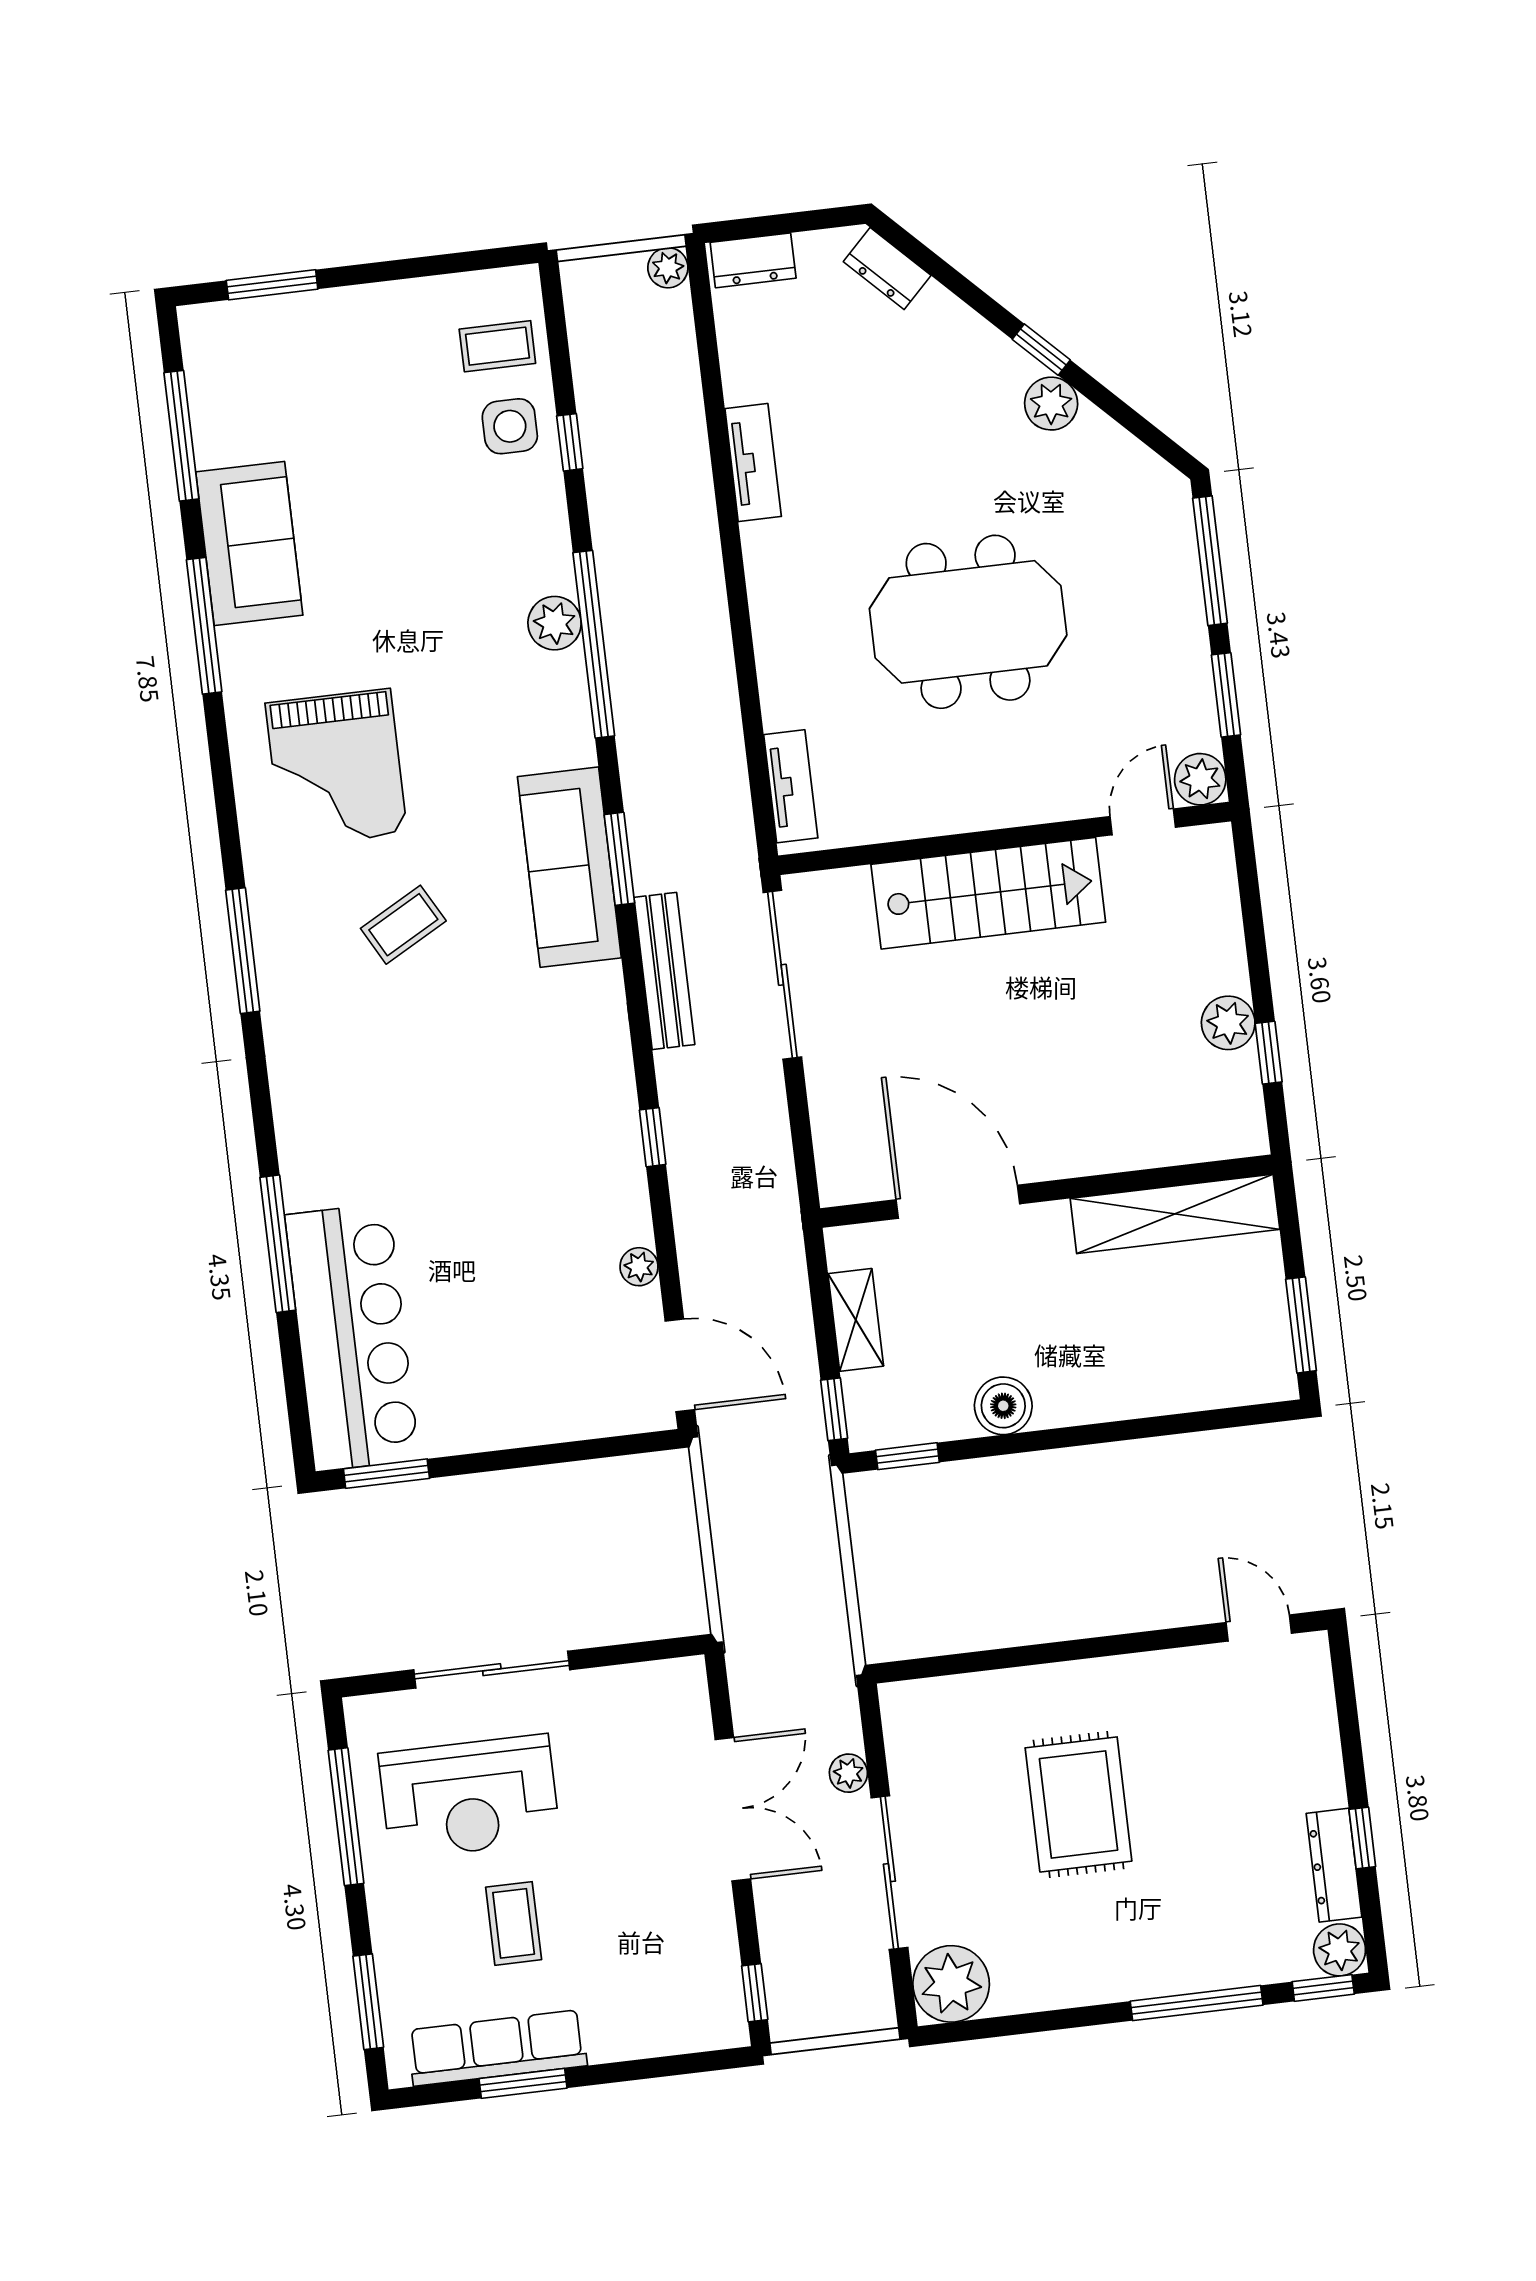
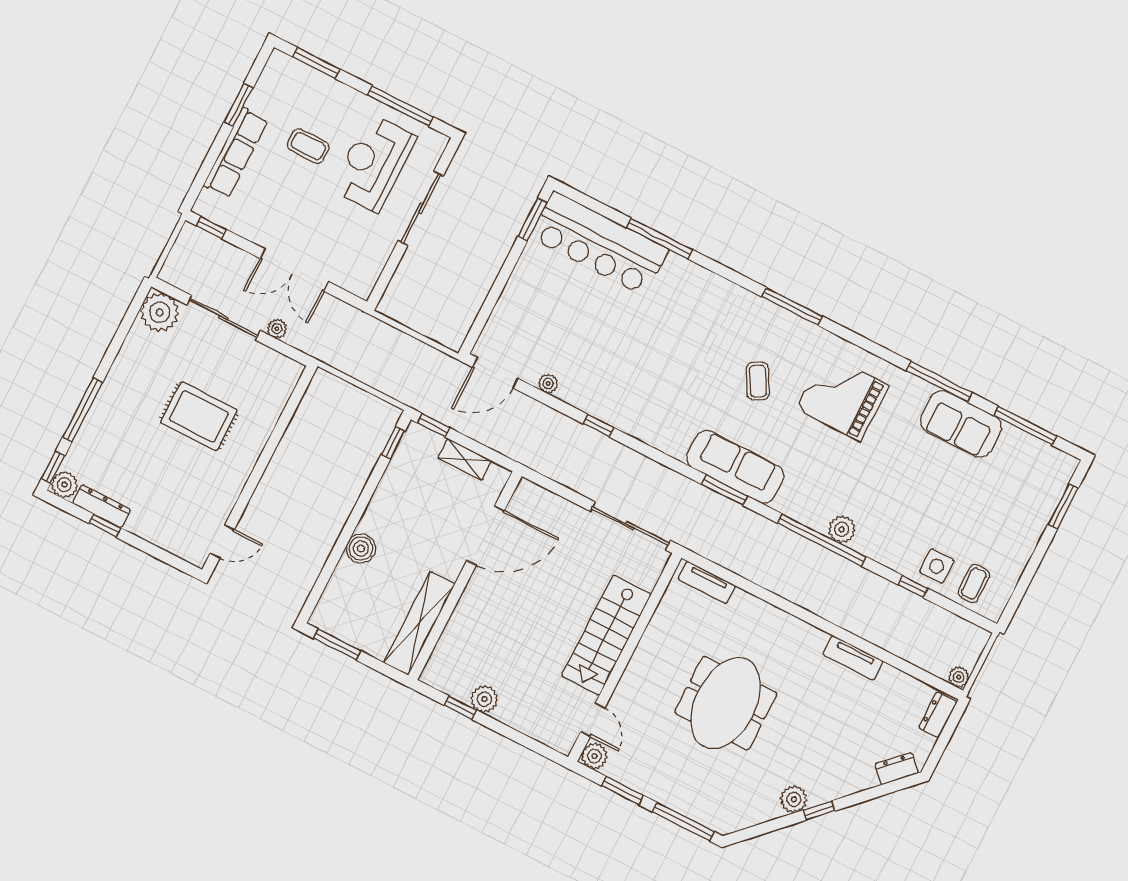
bench: (664, 971) -> (665, 477), removed
boiler: (1003, 1406) -> (361, 548), moved
row of seats: (497, 2048) -> (236, 153), moved

